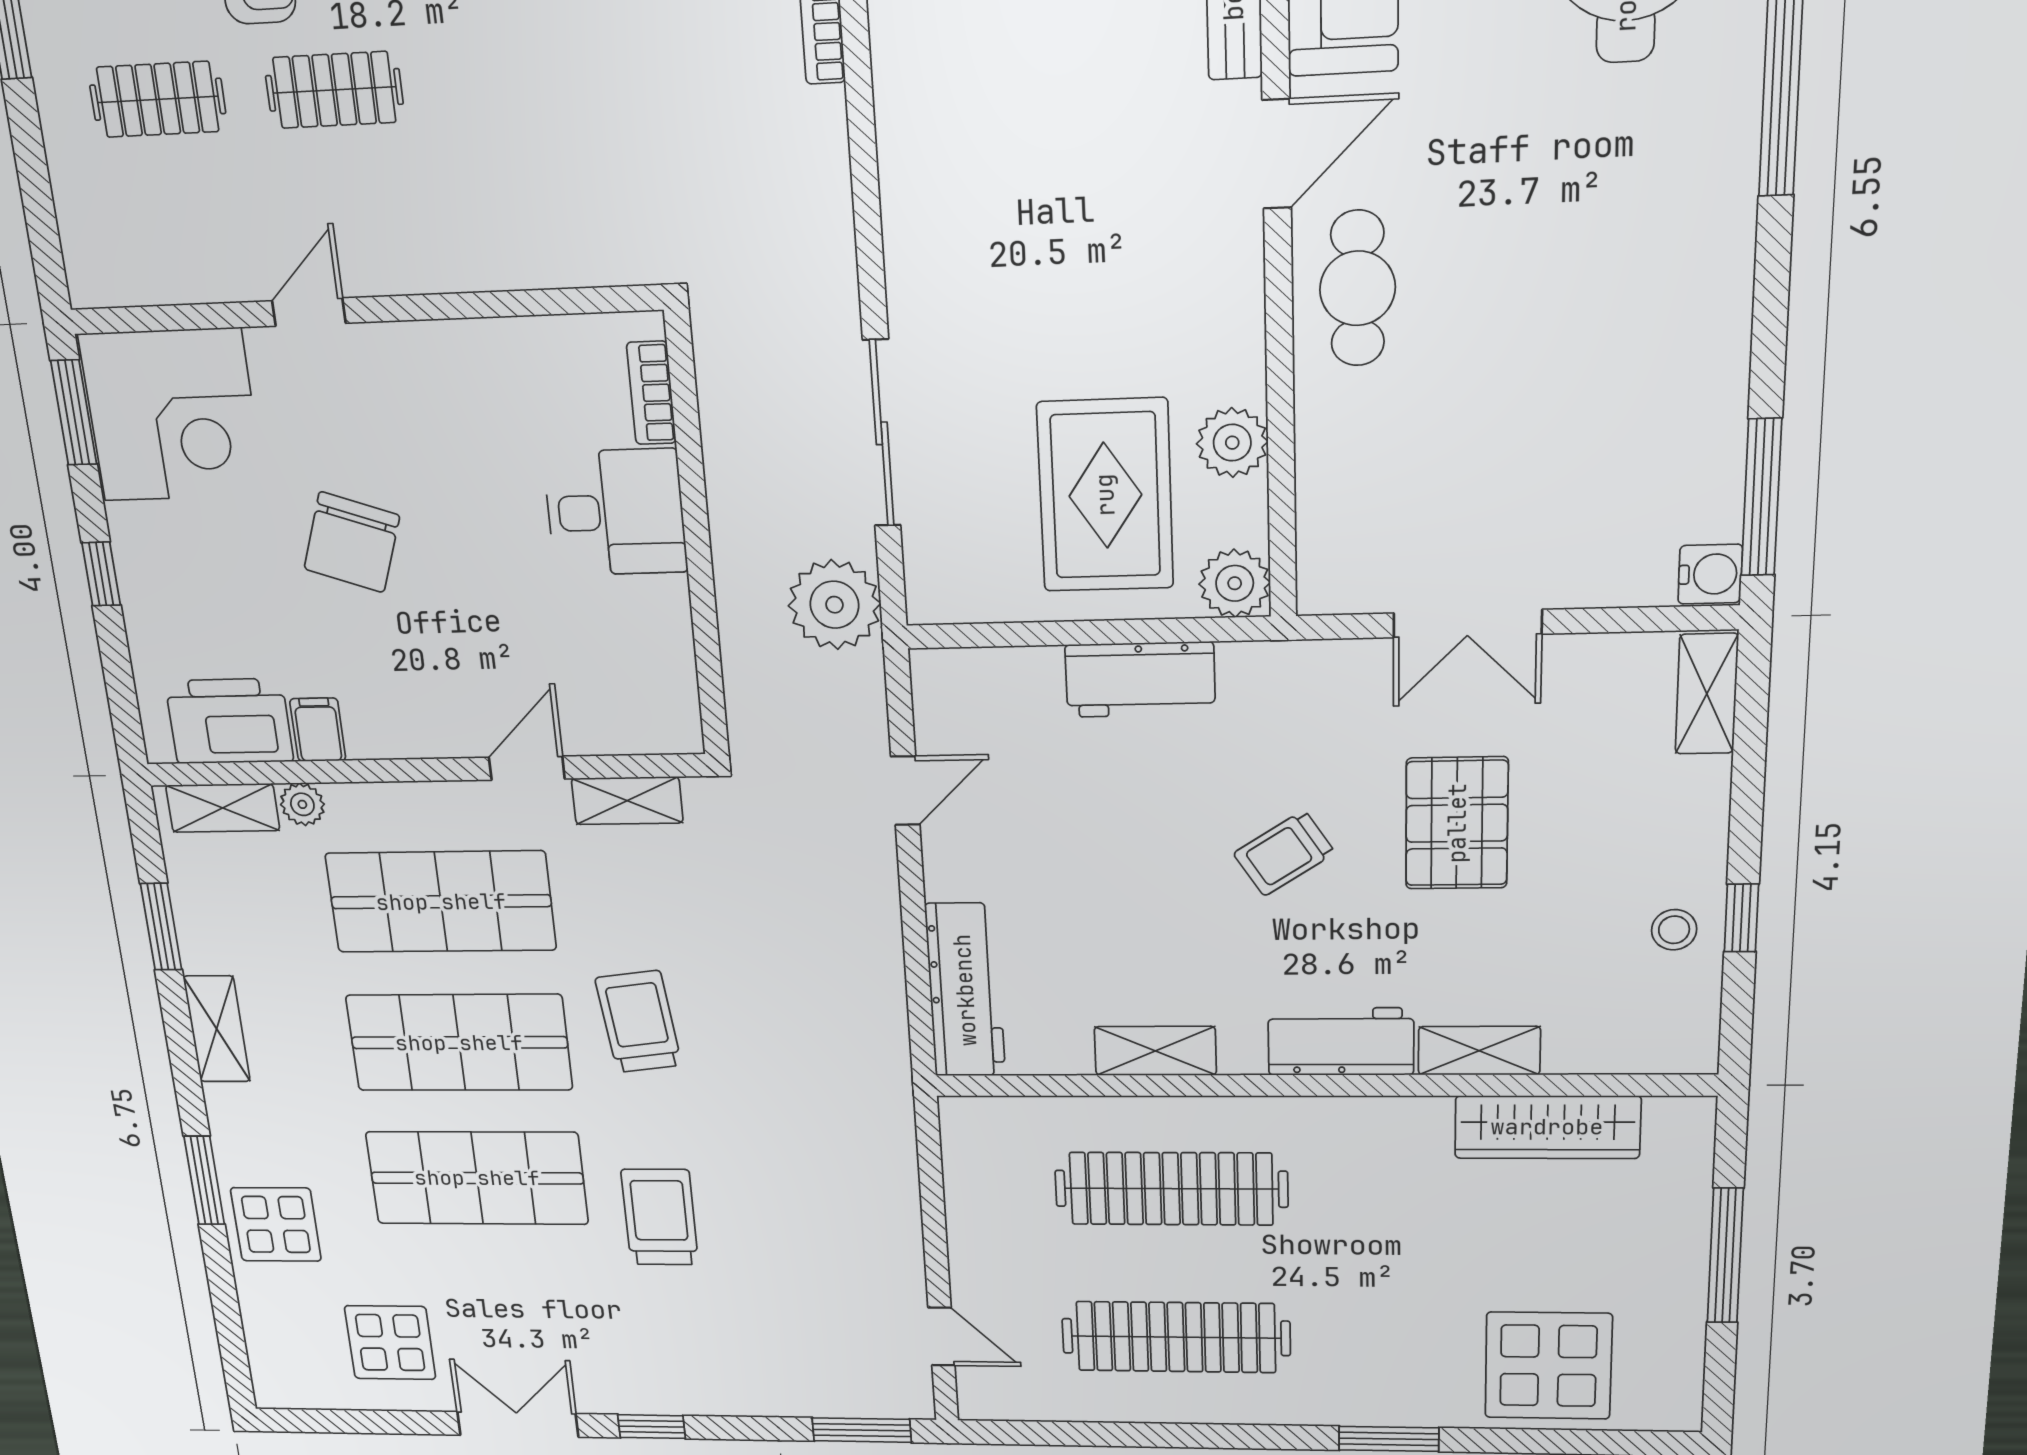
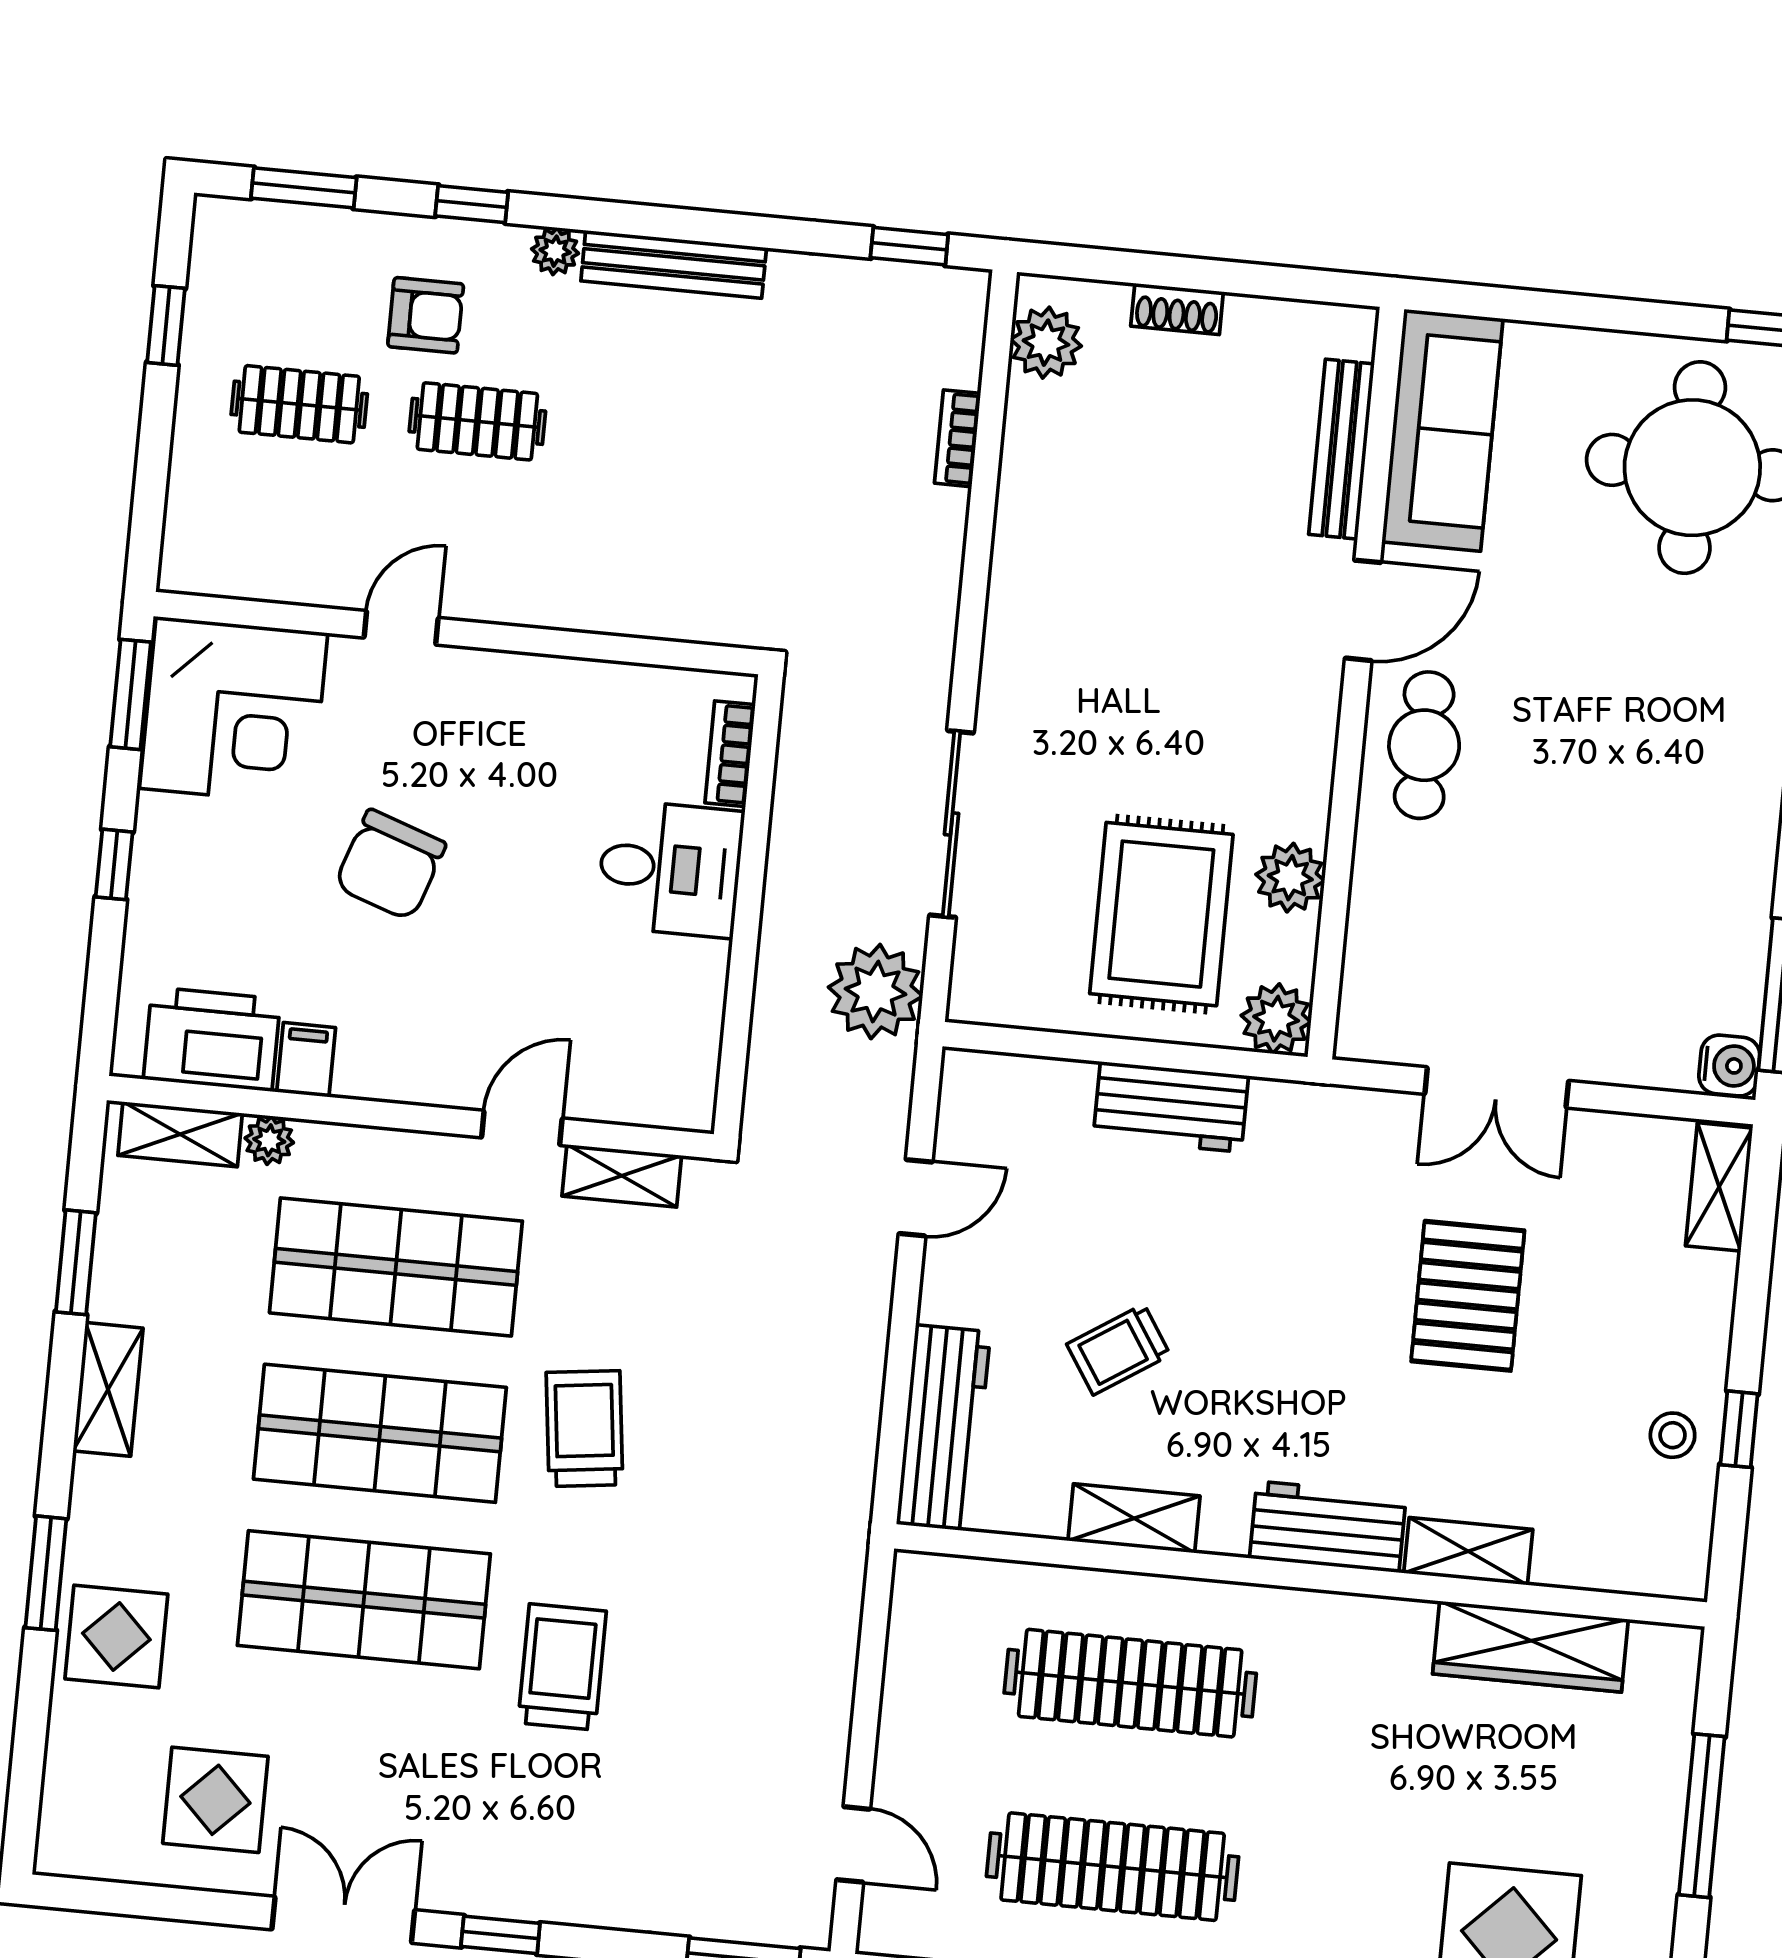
trolley: (1284, 853) -> (1119, 1349), moved

